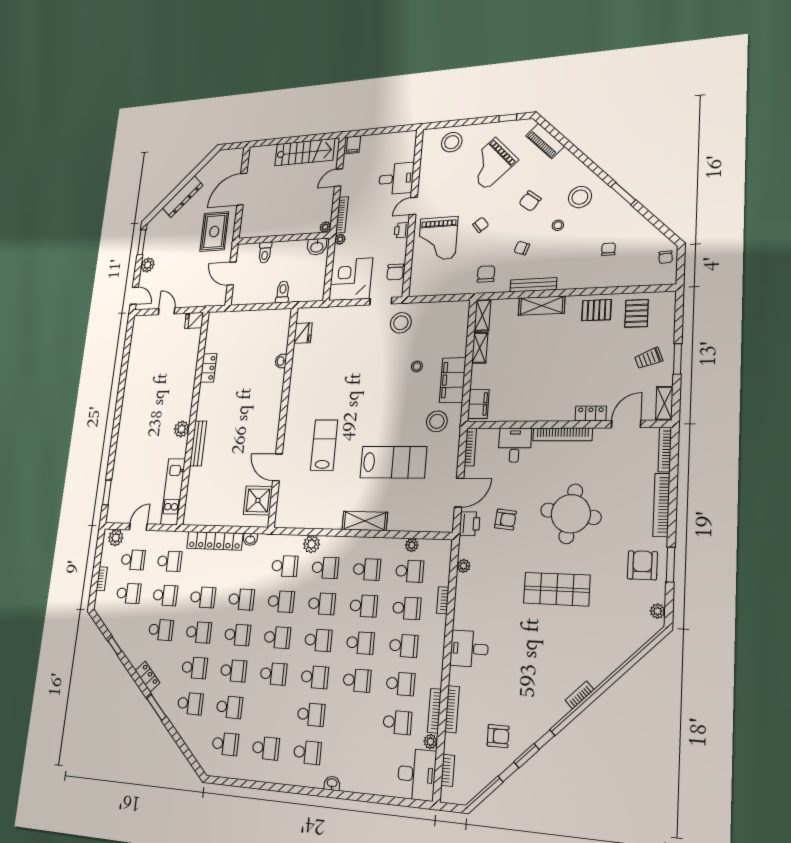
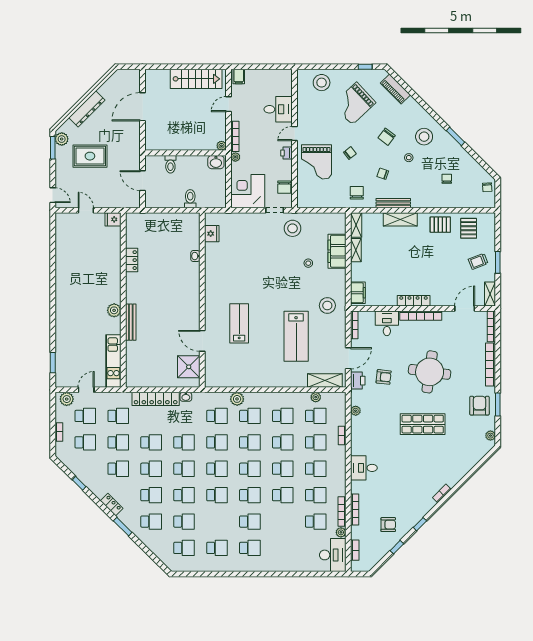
rug: (214, 232) -> (90, 156), moved, turned 90
plant: (148, 265) -> (62, 139), moved
filing cabinet: (453, 380) -> (337, 251), moved
locker: (591, 414) -> (414, 301), moved, width x1.53
lab bench: (393, 462) -> (296, 336), turned 90
shelving: (365, 521) -> (325, 381), moved
washbasin: (332, 783) -> (271, 567), removed

